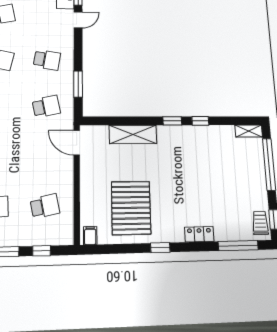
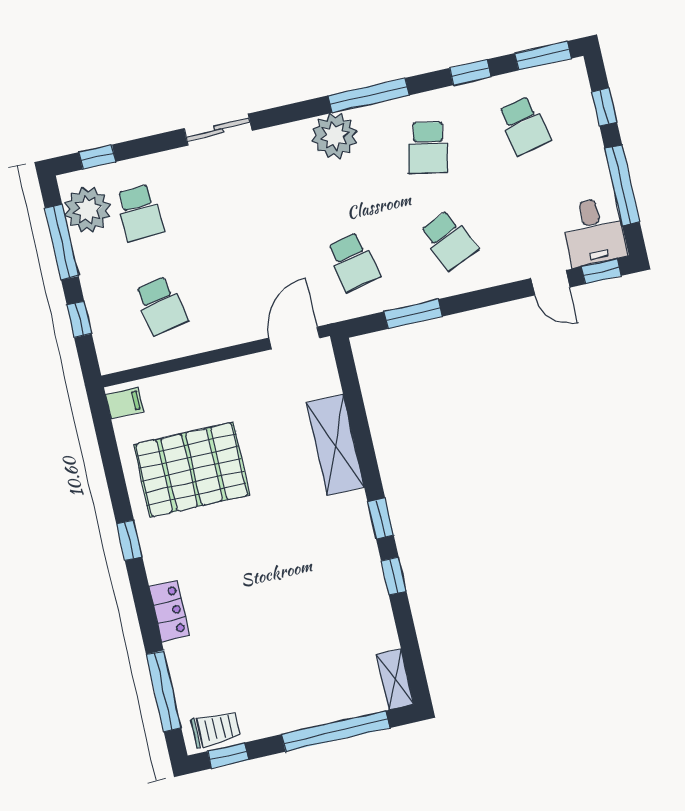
school desk: (47, 60) -> (449, 240), turned -33

